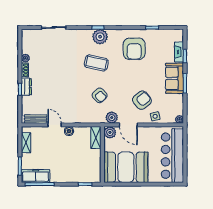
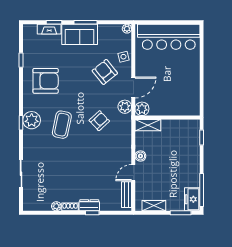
booth: (126, 167) -> (182, 90), removed
freezer: (36, 176) -> (192, 199), width x0.71

